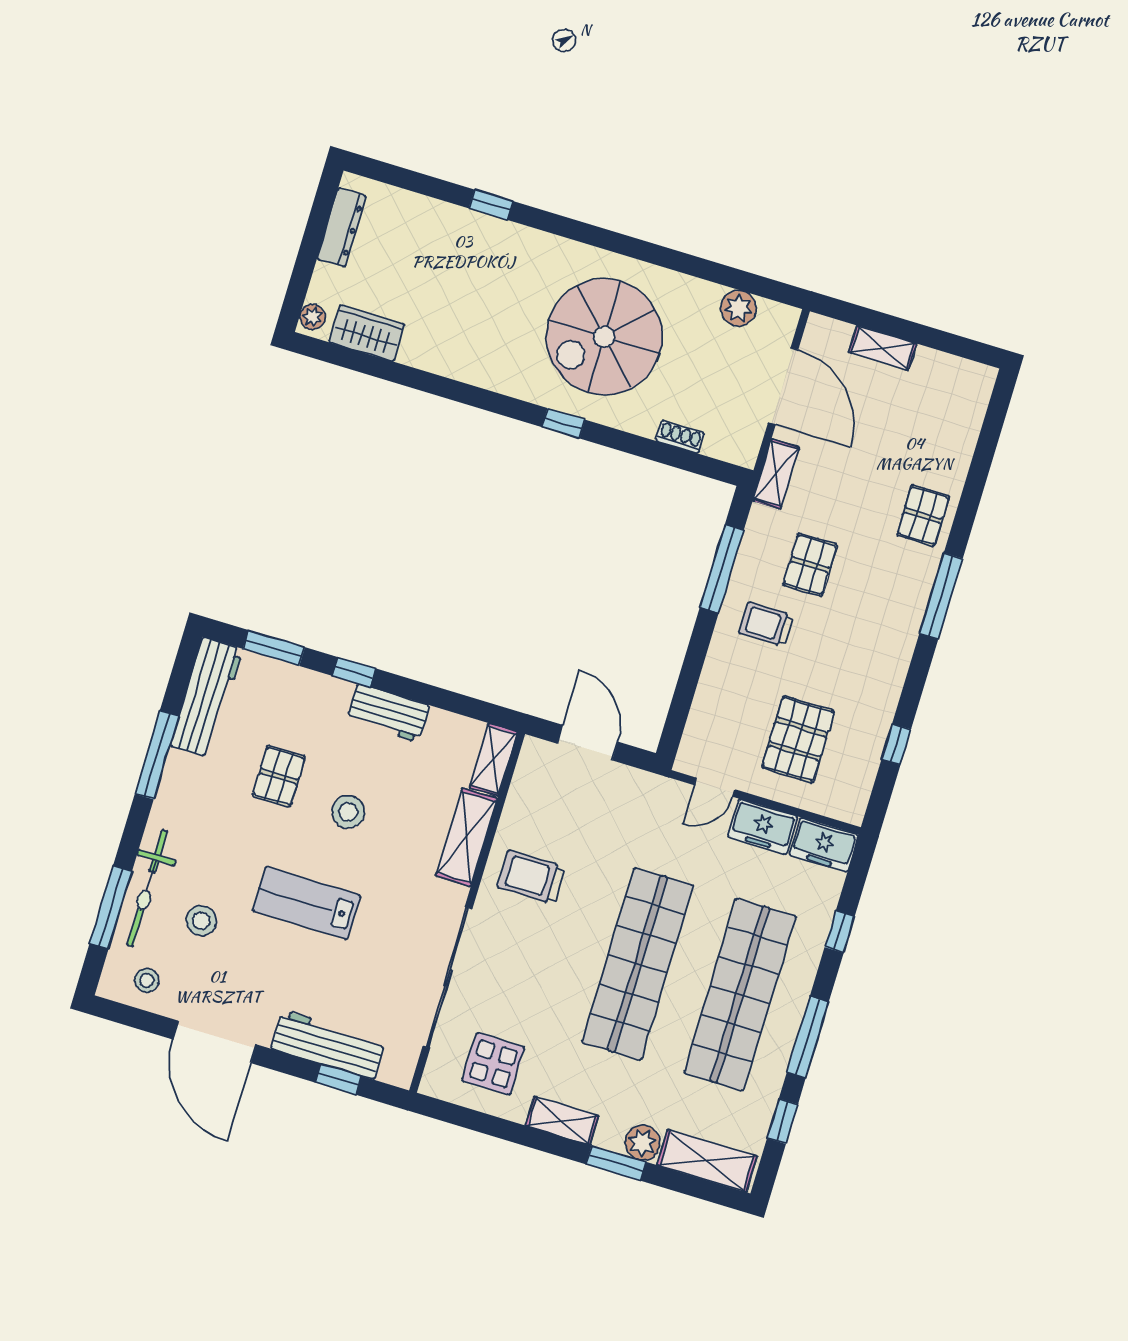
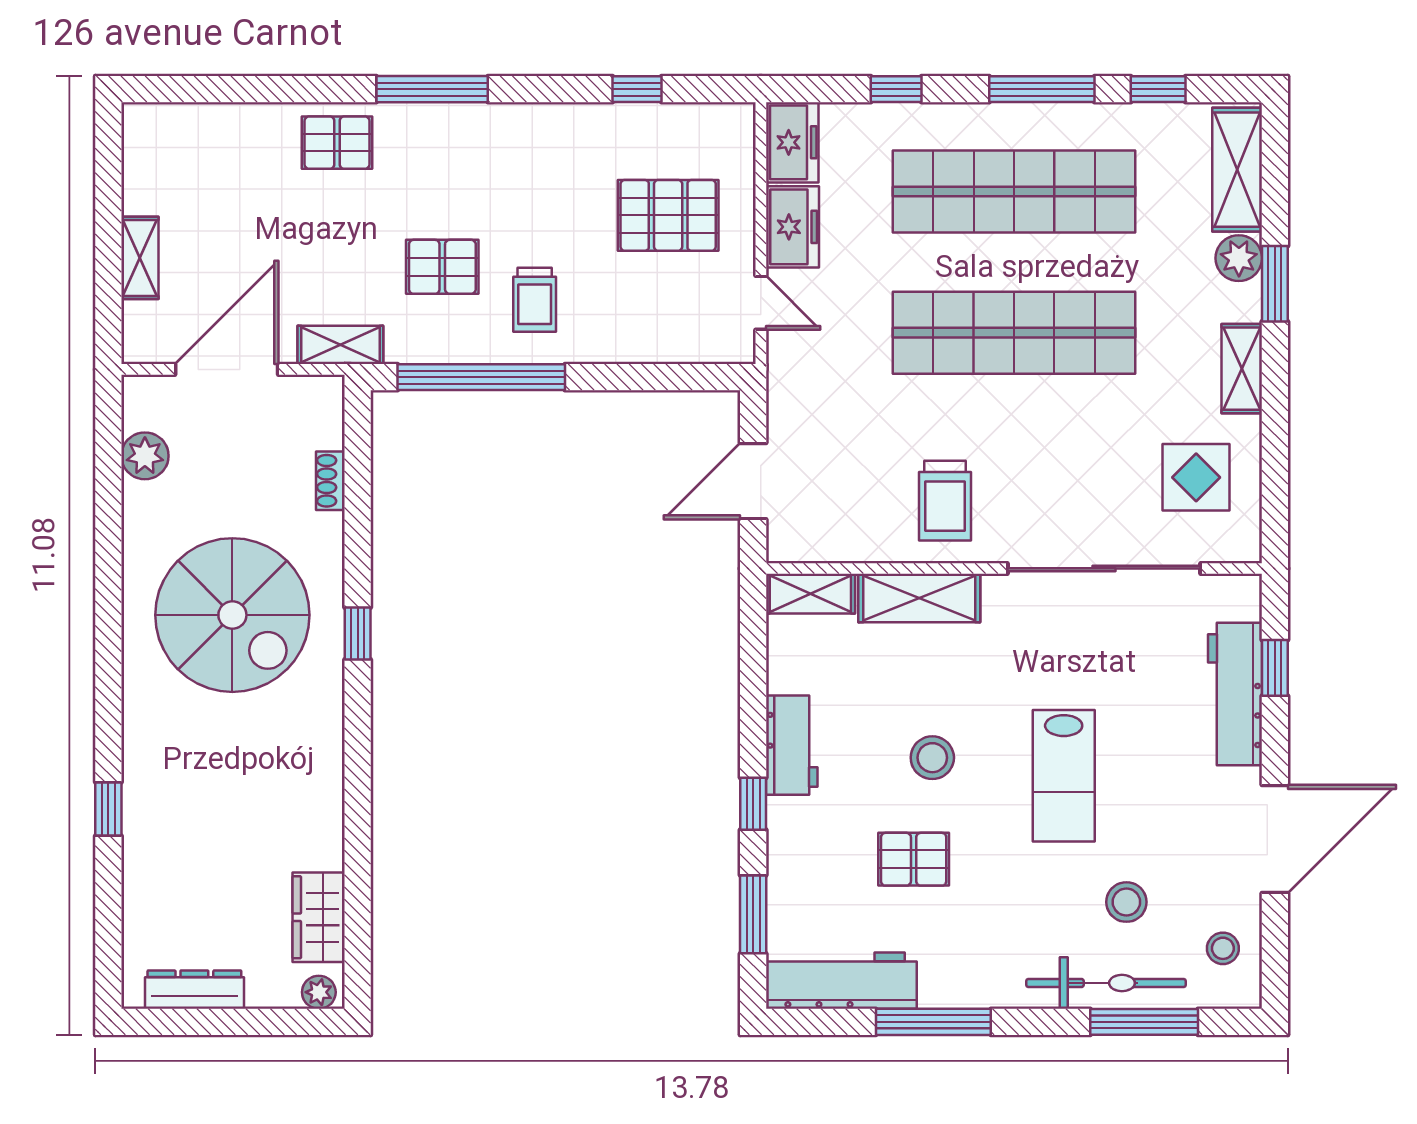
window: (722, 569) -> (481, 377), width x1.46

